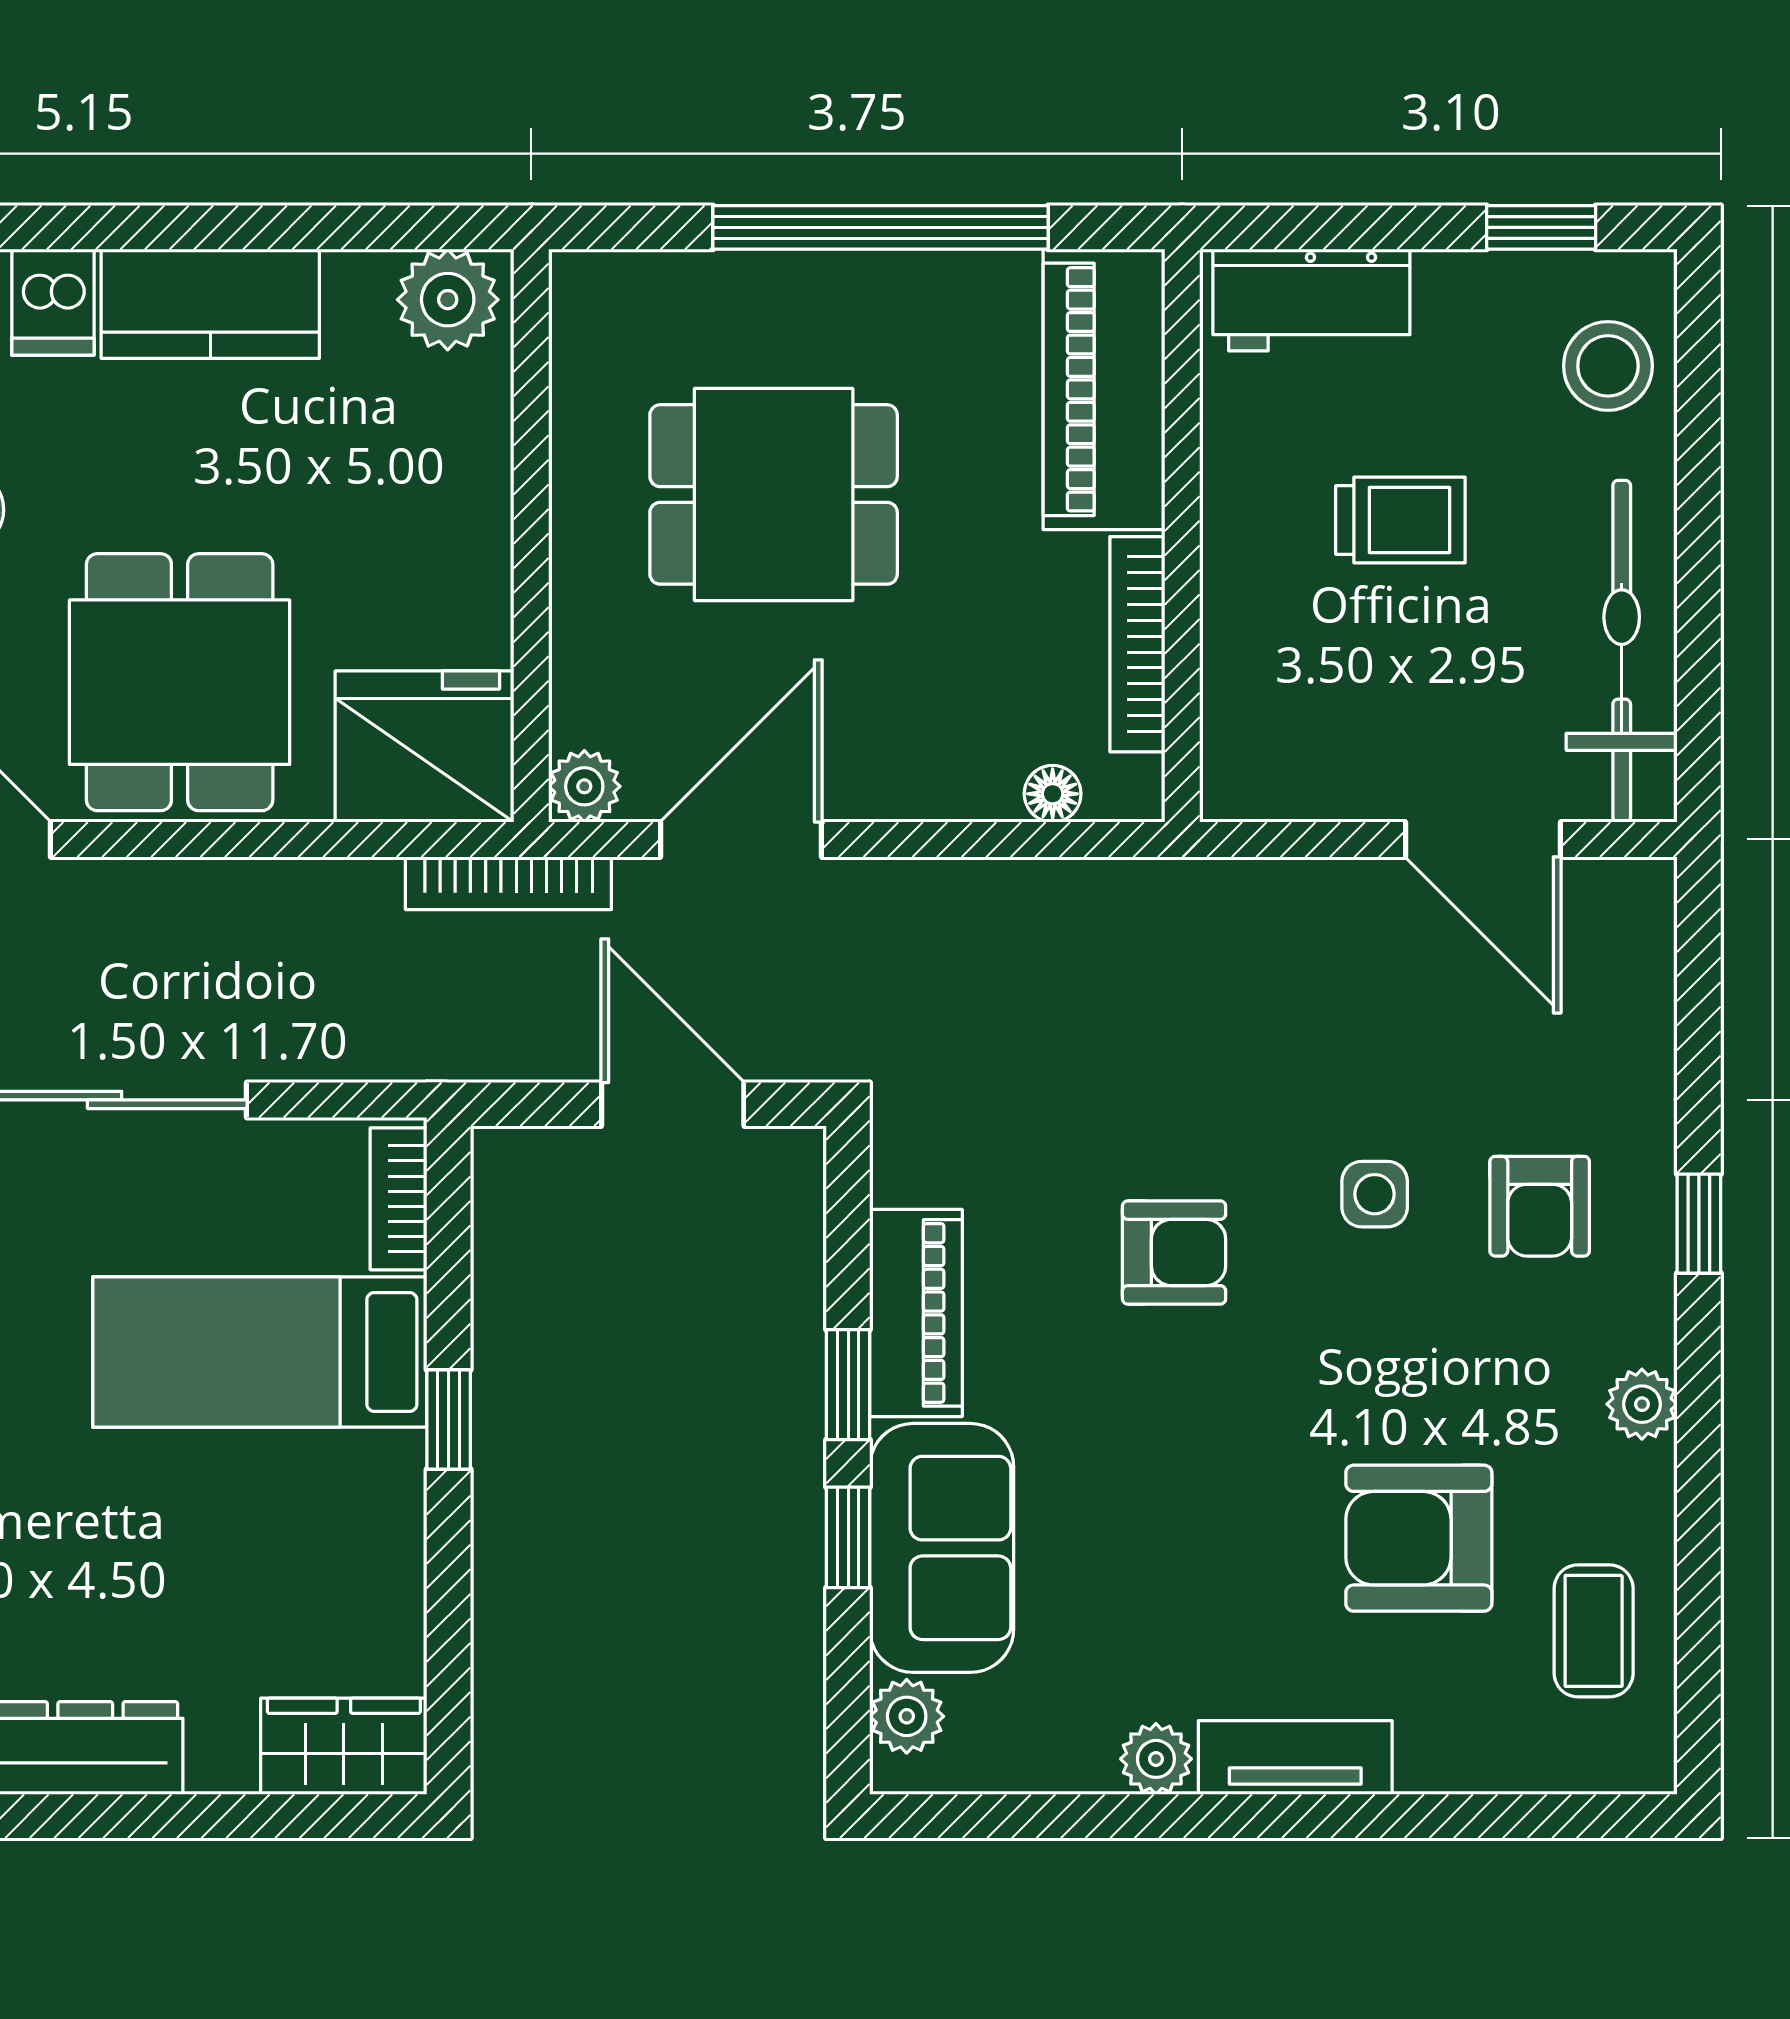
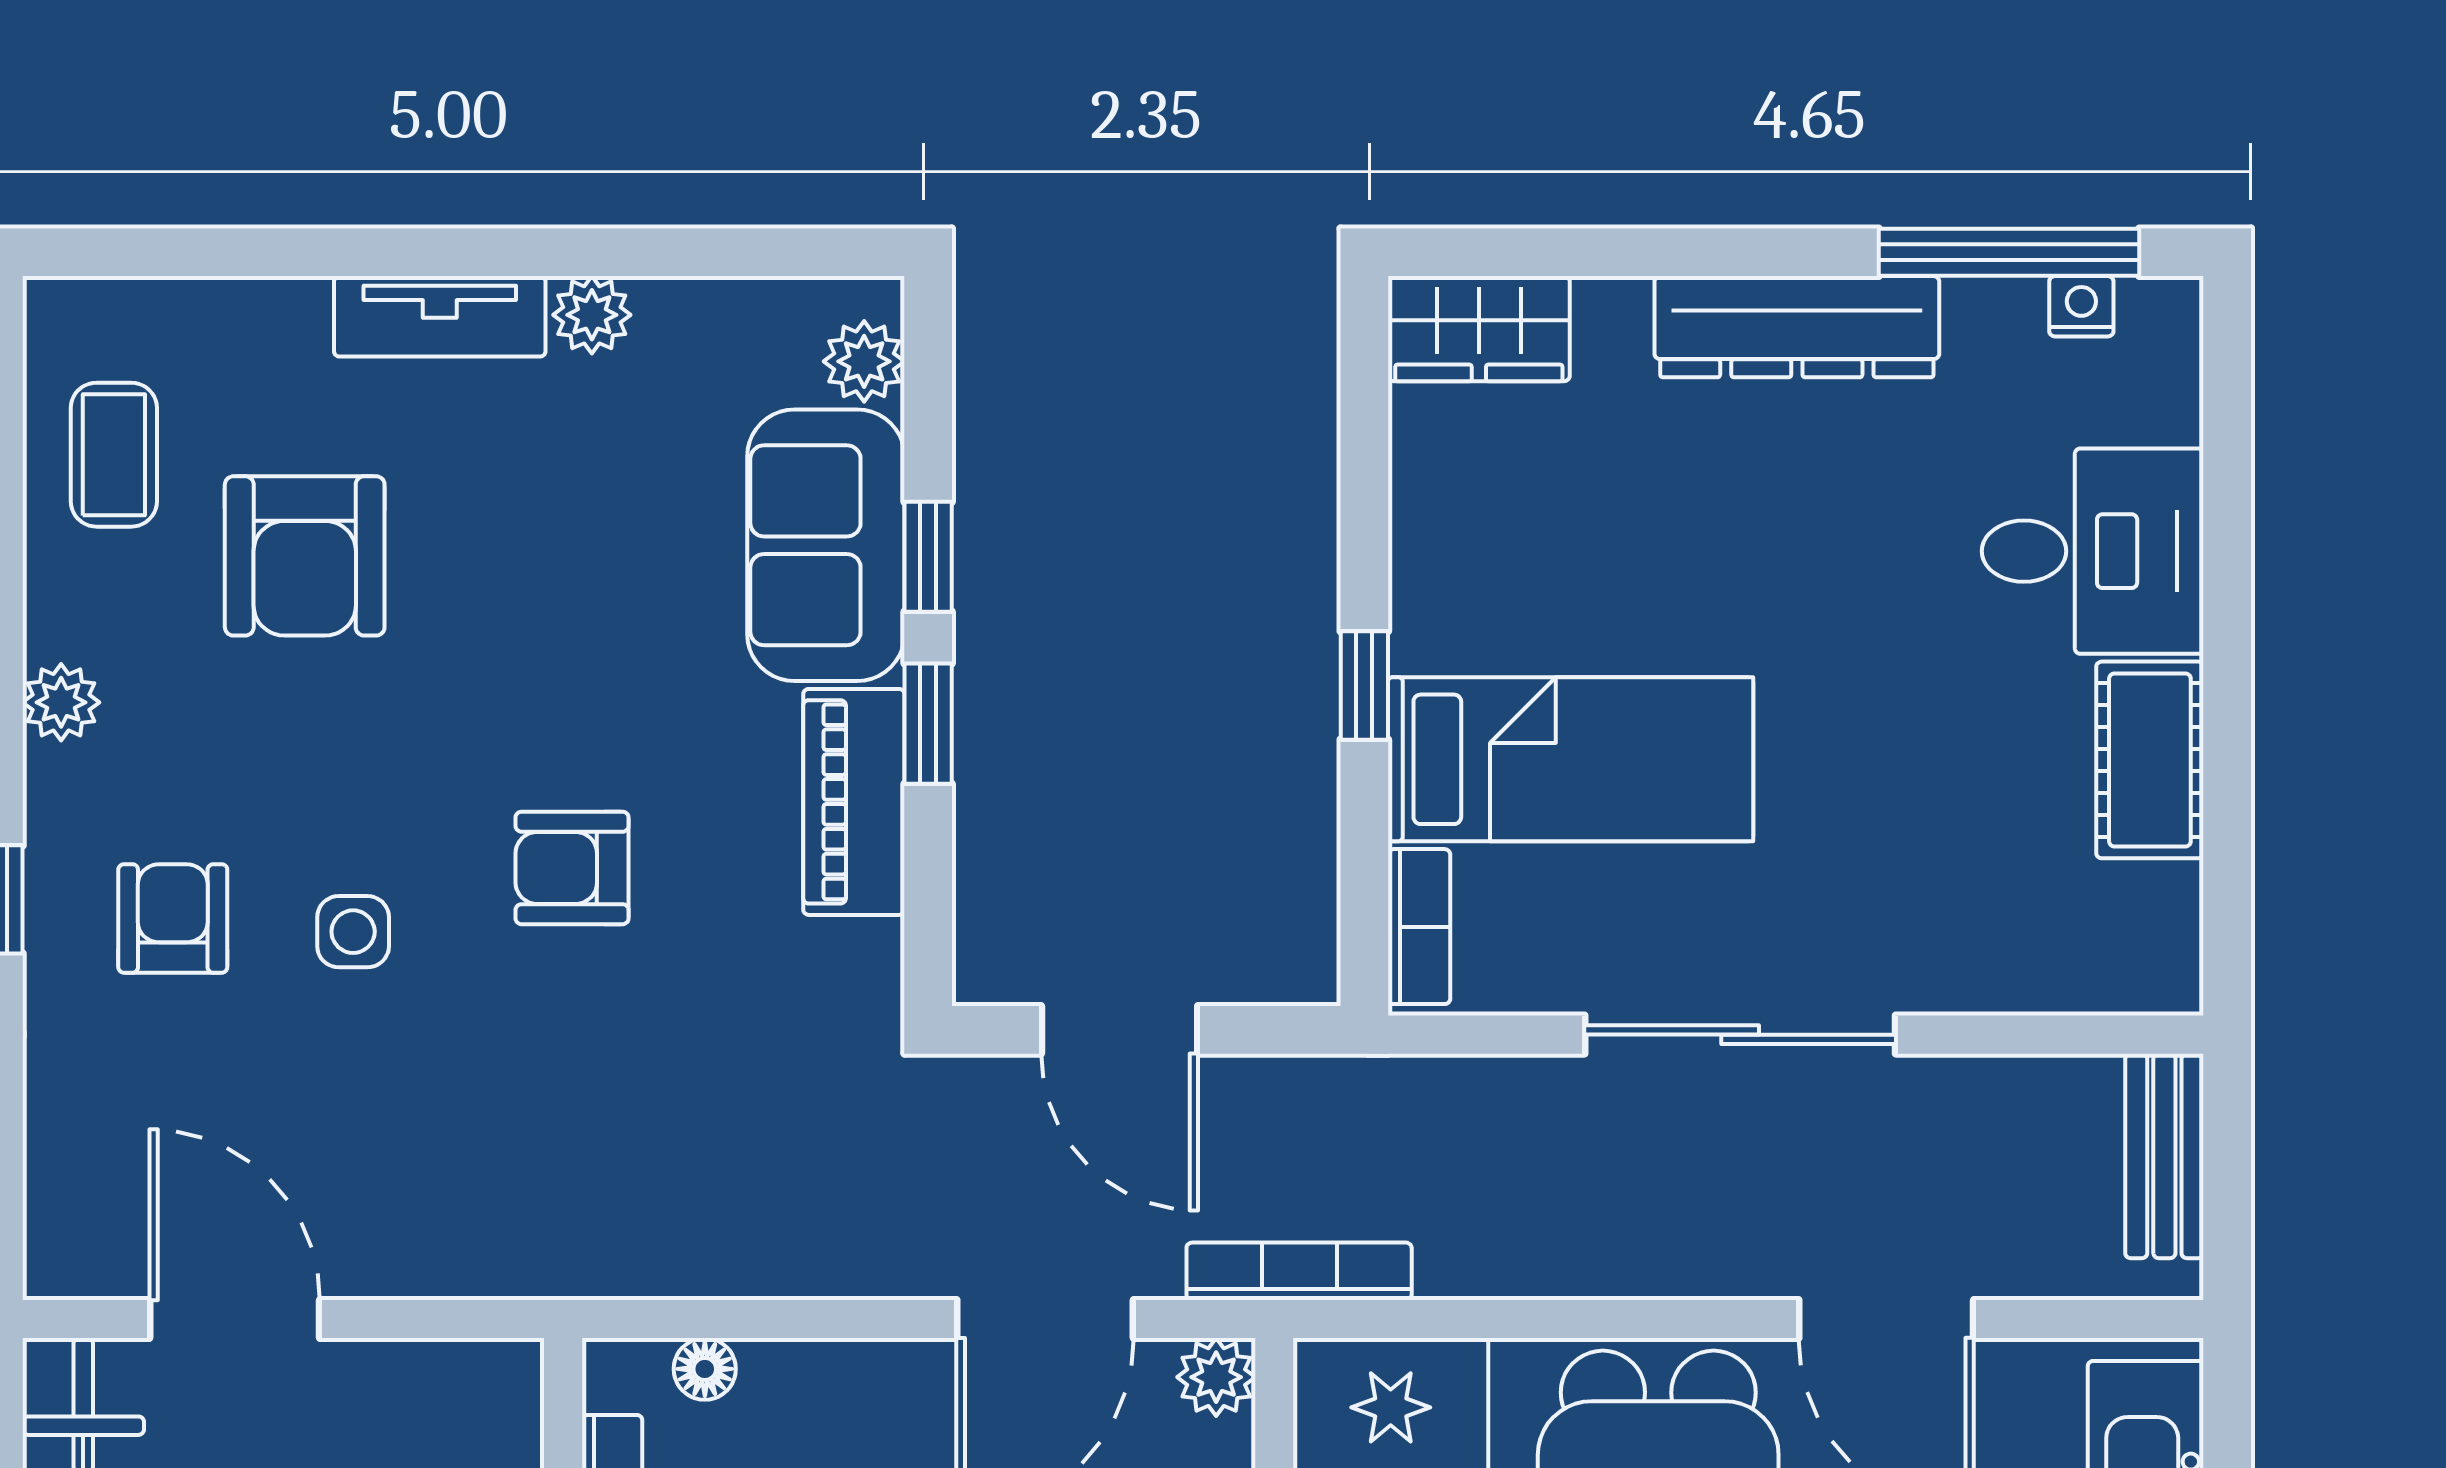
armchair: (1419, 1538) -> (305, 556), turned 90

